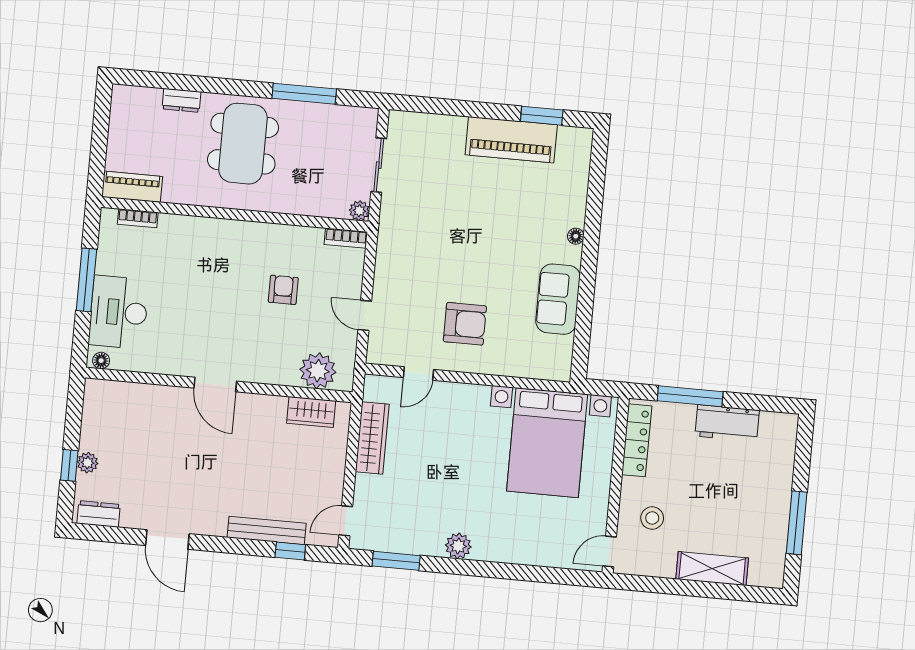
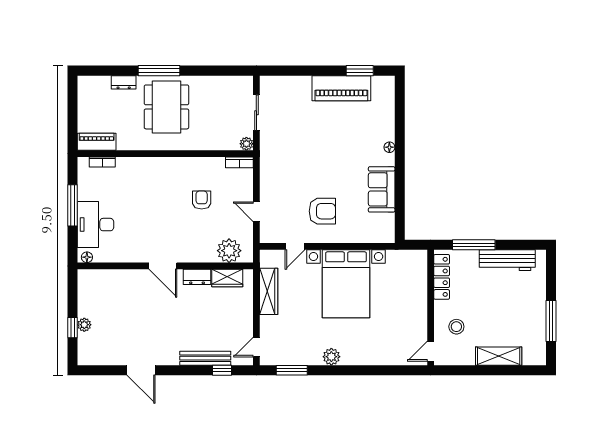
window: (304, 94) -> (159, 71), moved
workbench: (727, 423) -> (507, 260), width x1.38
bed with nightstands: (547, 443) -> (346, 284), moved
dresser: (98, 514) -> (197, 277), moved, turned 180

